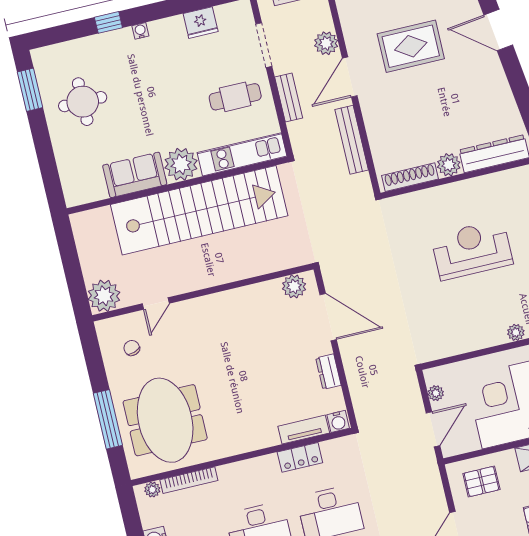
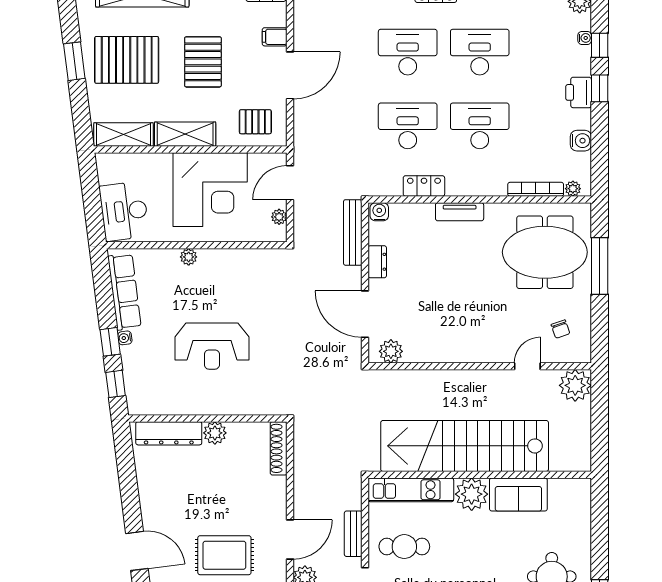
bench: (352, 140) -> (353, 232), moved
shoe rack: (410, 177) -> (279, 448), moved, turned 90
meeting table: (165, 420) -> (545, 252), turned 90
tv unit: (304, 430) -> (460, 212), moved

